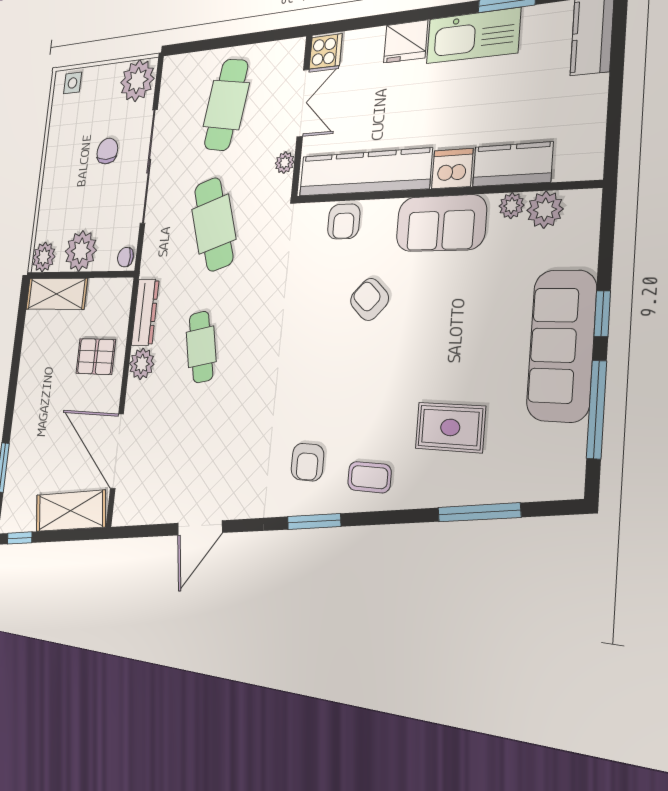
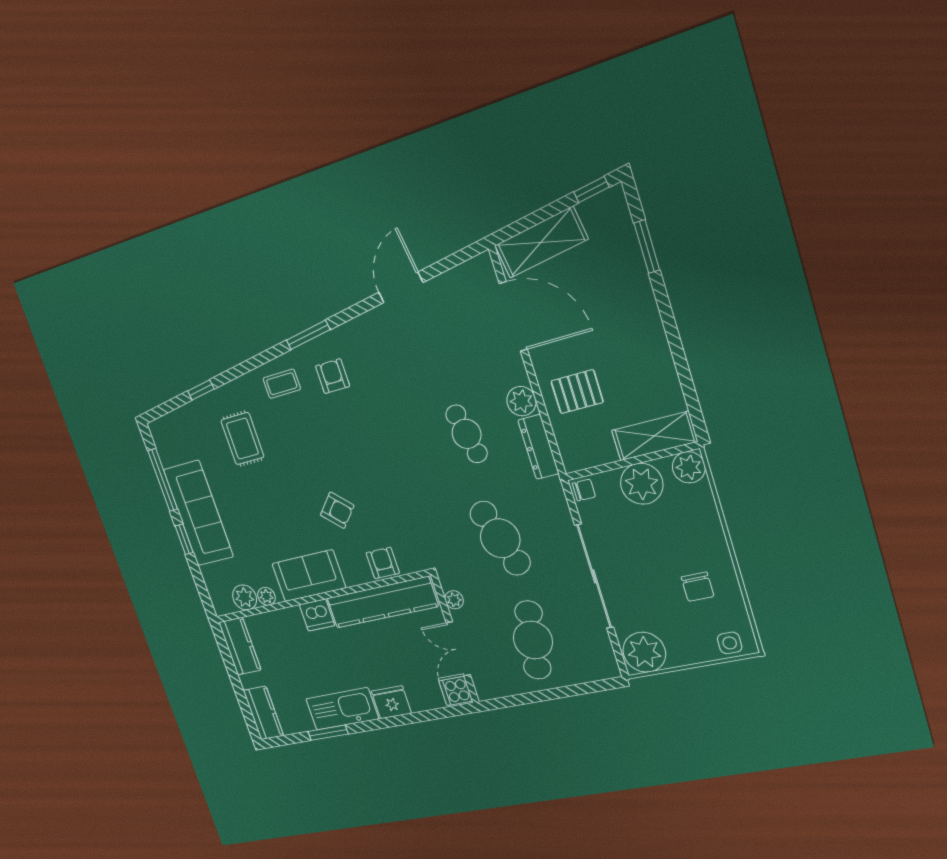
chair: (107, 151) -> (698, 587), moved
kitchen counter: (512, 164) -> (240, 646), moved, turned -90
rug: (450, 427) -> (242, 439), turned 90
window: (479, 512) -> (201, 390), width x0.46

